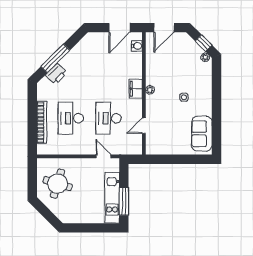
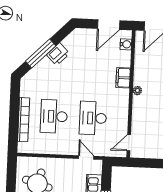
printer: (56, 74) -> (58, 54), moved
filing cabinet: (136, 89) -> (123, 78), moved
door: (144, 126) -> (129, 143), moved

